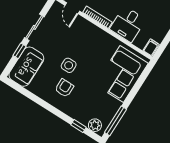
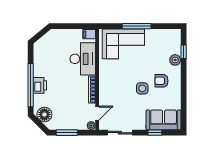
desk: (128, 24) -> (83, 59), width x1.37
sliding door: (34, 27) -> (120, 133), moved
window: (115, 121) -> (137, 26), moved
plant: (95, 125) -> (175, 60), moved

